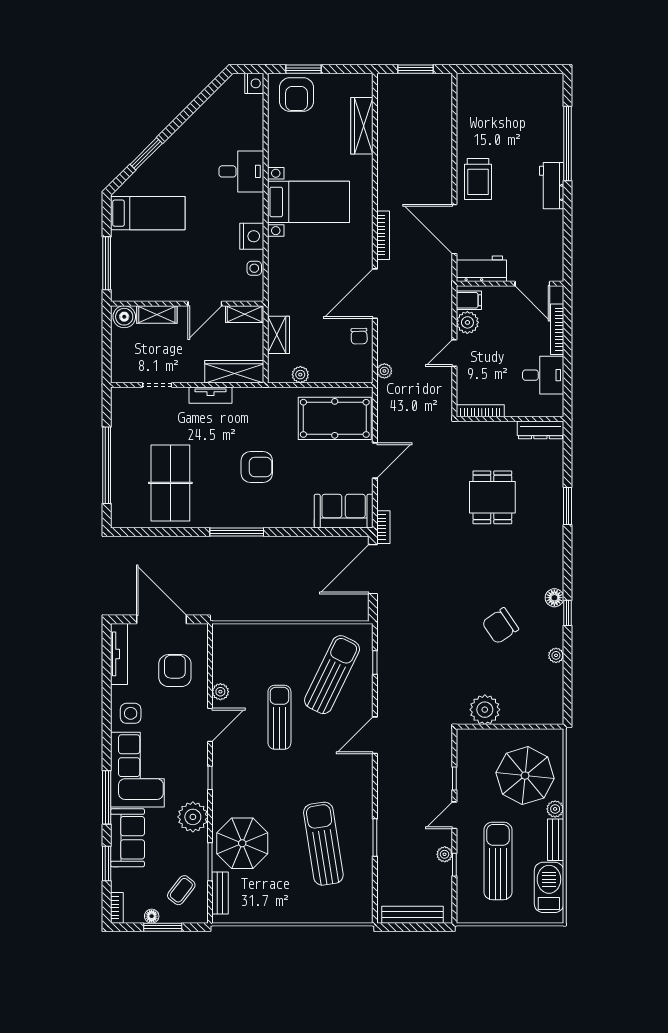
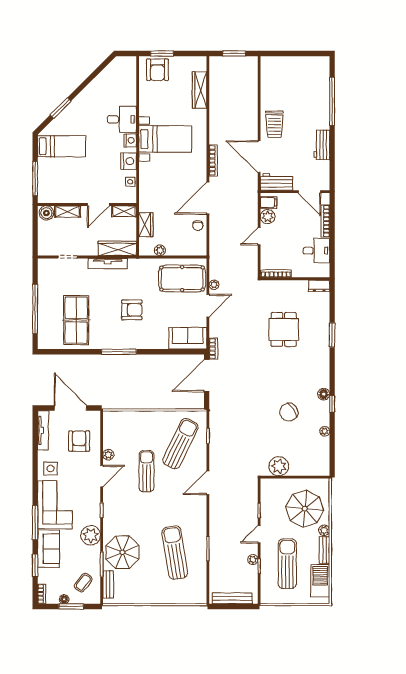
nightstand: (254, 83) -> (130, 140), moved
workbench: (552, 186) -> (322, 145), moved
plant: (384, 371) -> (214, 285), moved
tv unit: (210, 395) -> (108, 264), width x1.41
dresser: (540, 430) -> (319, 286), width x0.70

